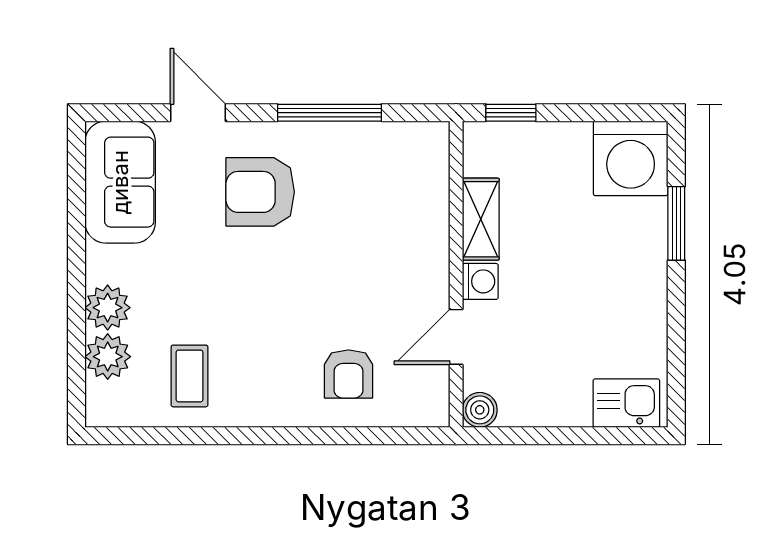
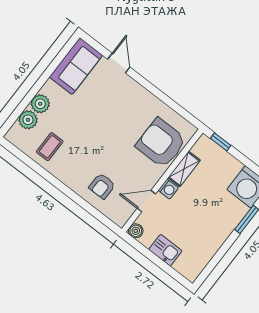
window: (329, 113) -> (162, 96), removed
armchair: (260, 192) -> (161, 143), moved, width x1.36, depth x1.36
kitchen sink: (626, 403) -> (165, 250), moved

